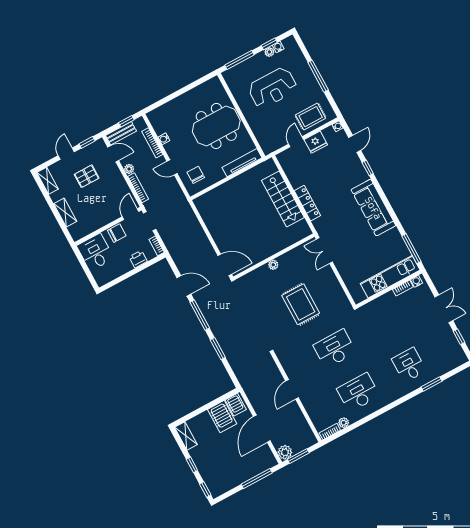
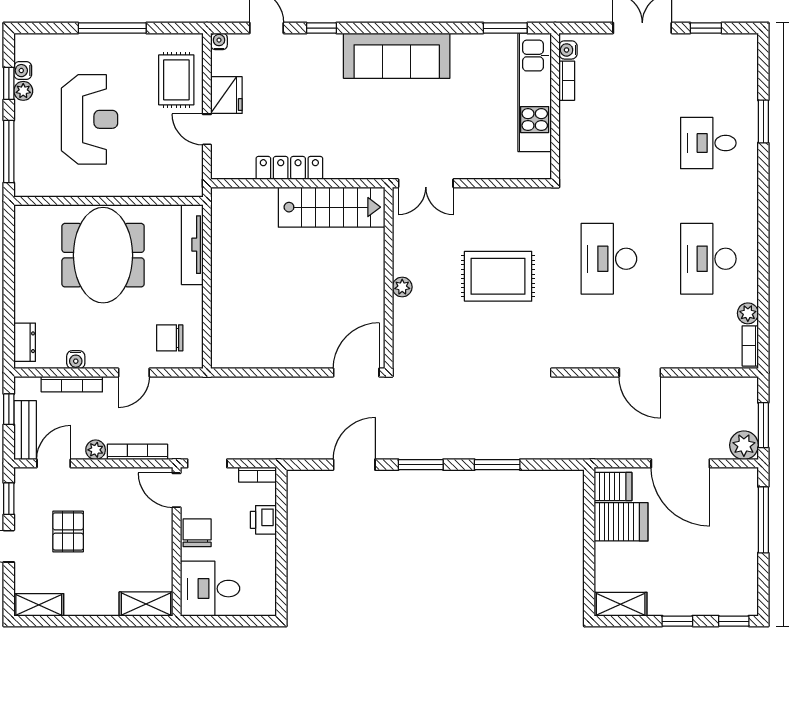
dresser: (159, 112) -> (25, 342), added
stairs: (283, 199) -> (332, 207), moved
locker: (307, 203) -> (289, 168), moved
shelving: (65, 213) -> (146, 604), moved
window: (411, 249) -> (505, 28), width x0.69
window: (200, 315) -> (421, 465), width x0.69

